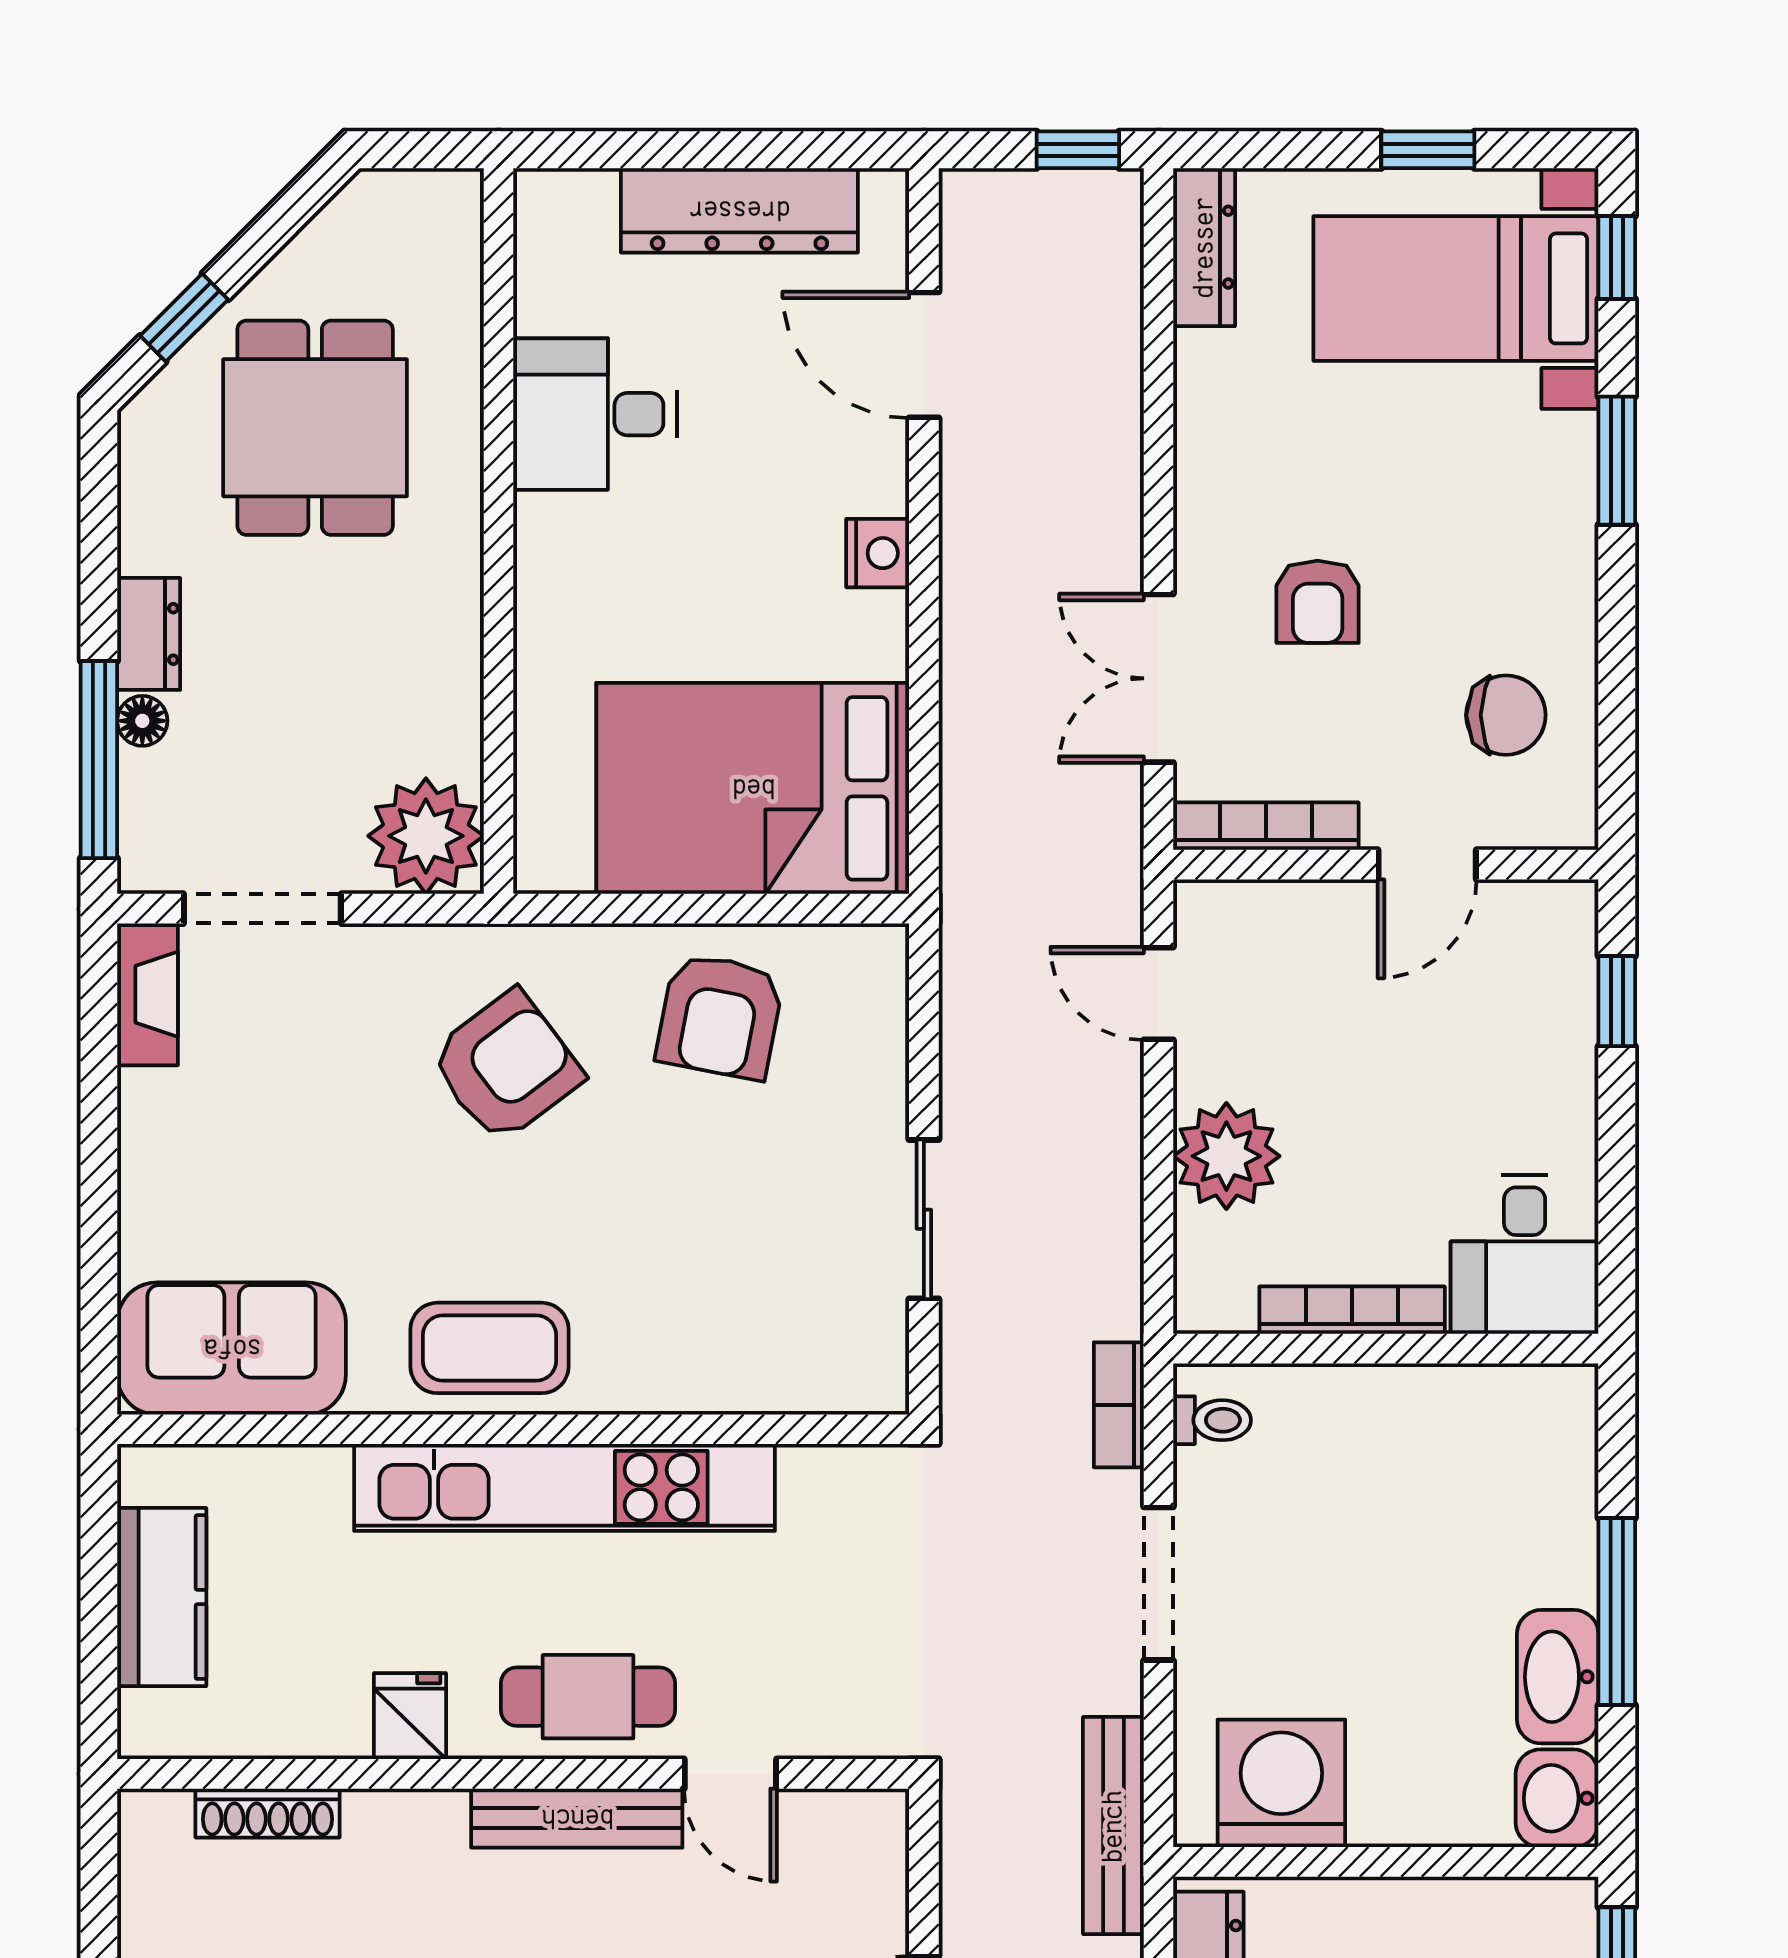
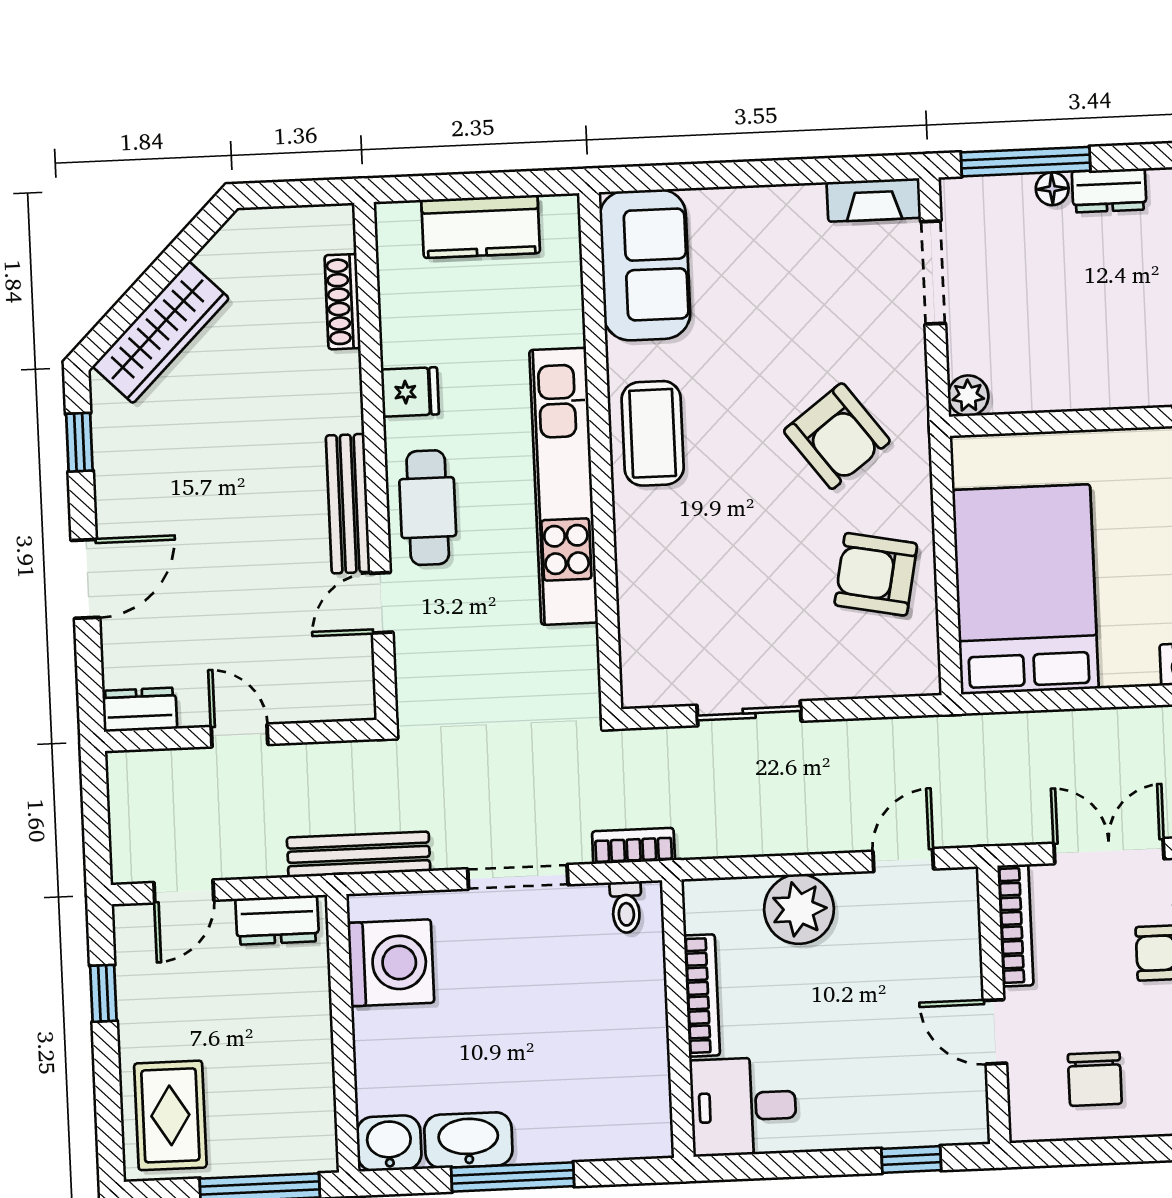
plant: (426, 836) -> (968, 396), width x0.53, depth x0.53

